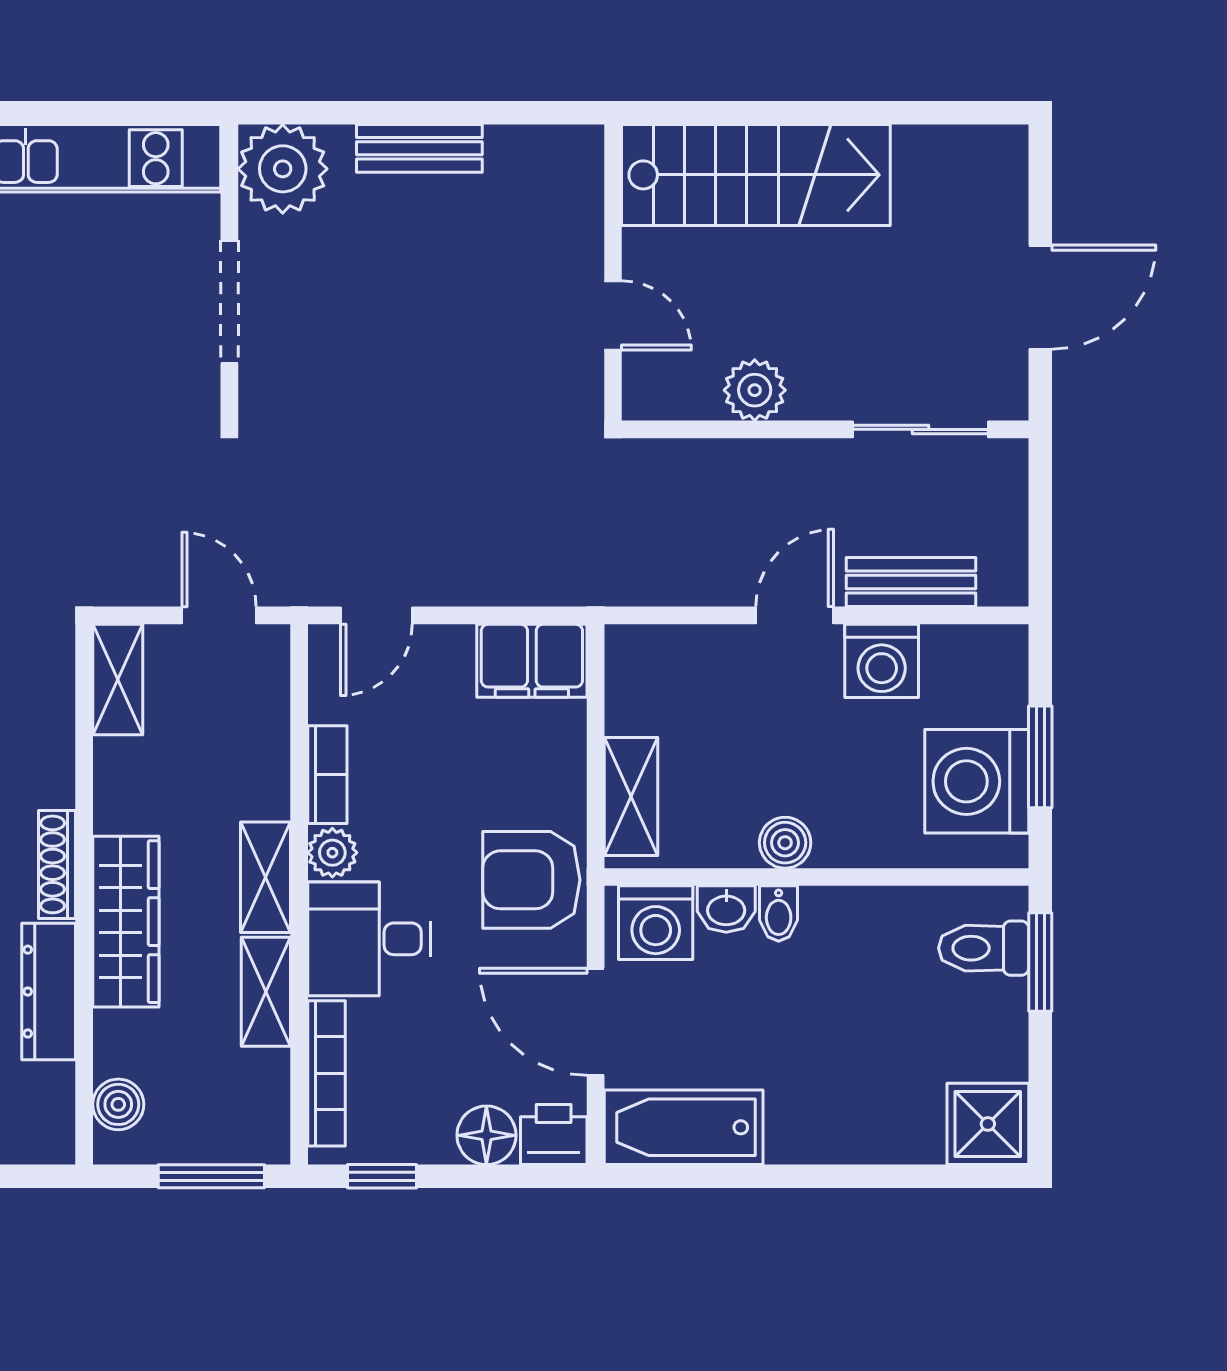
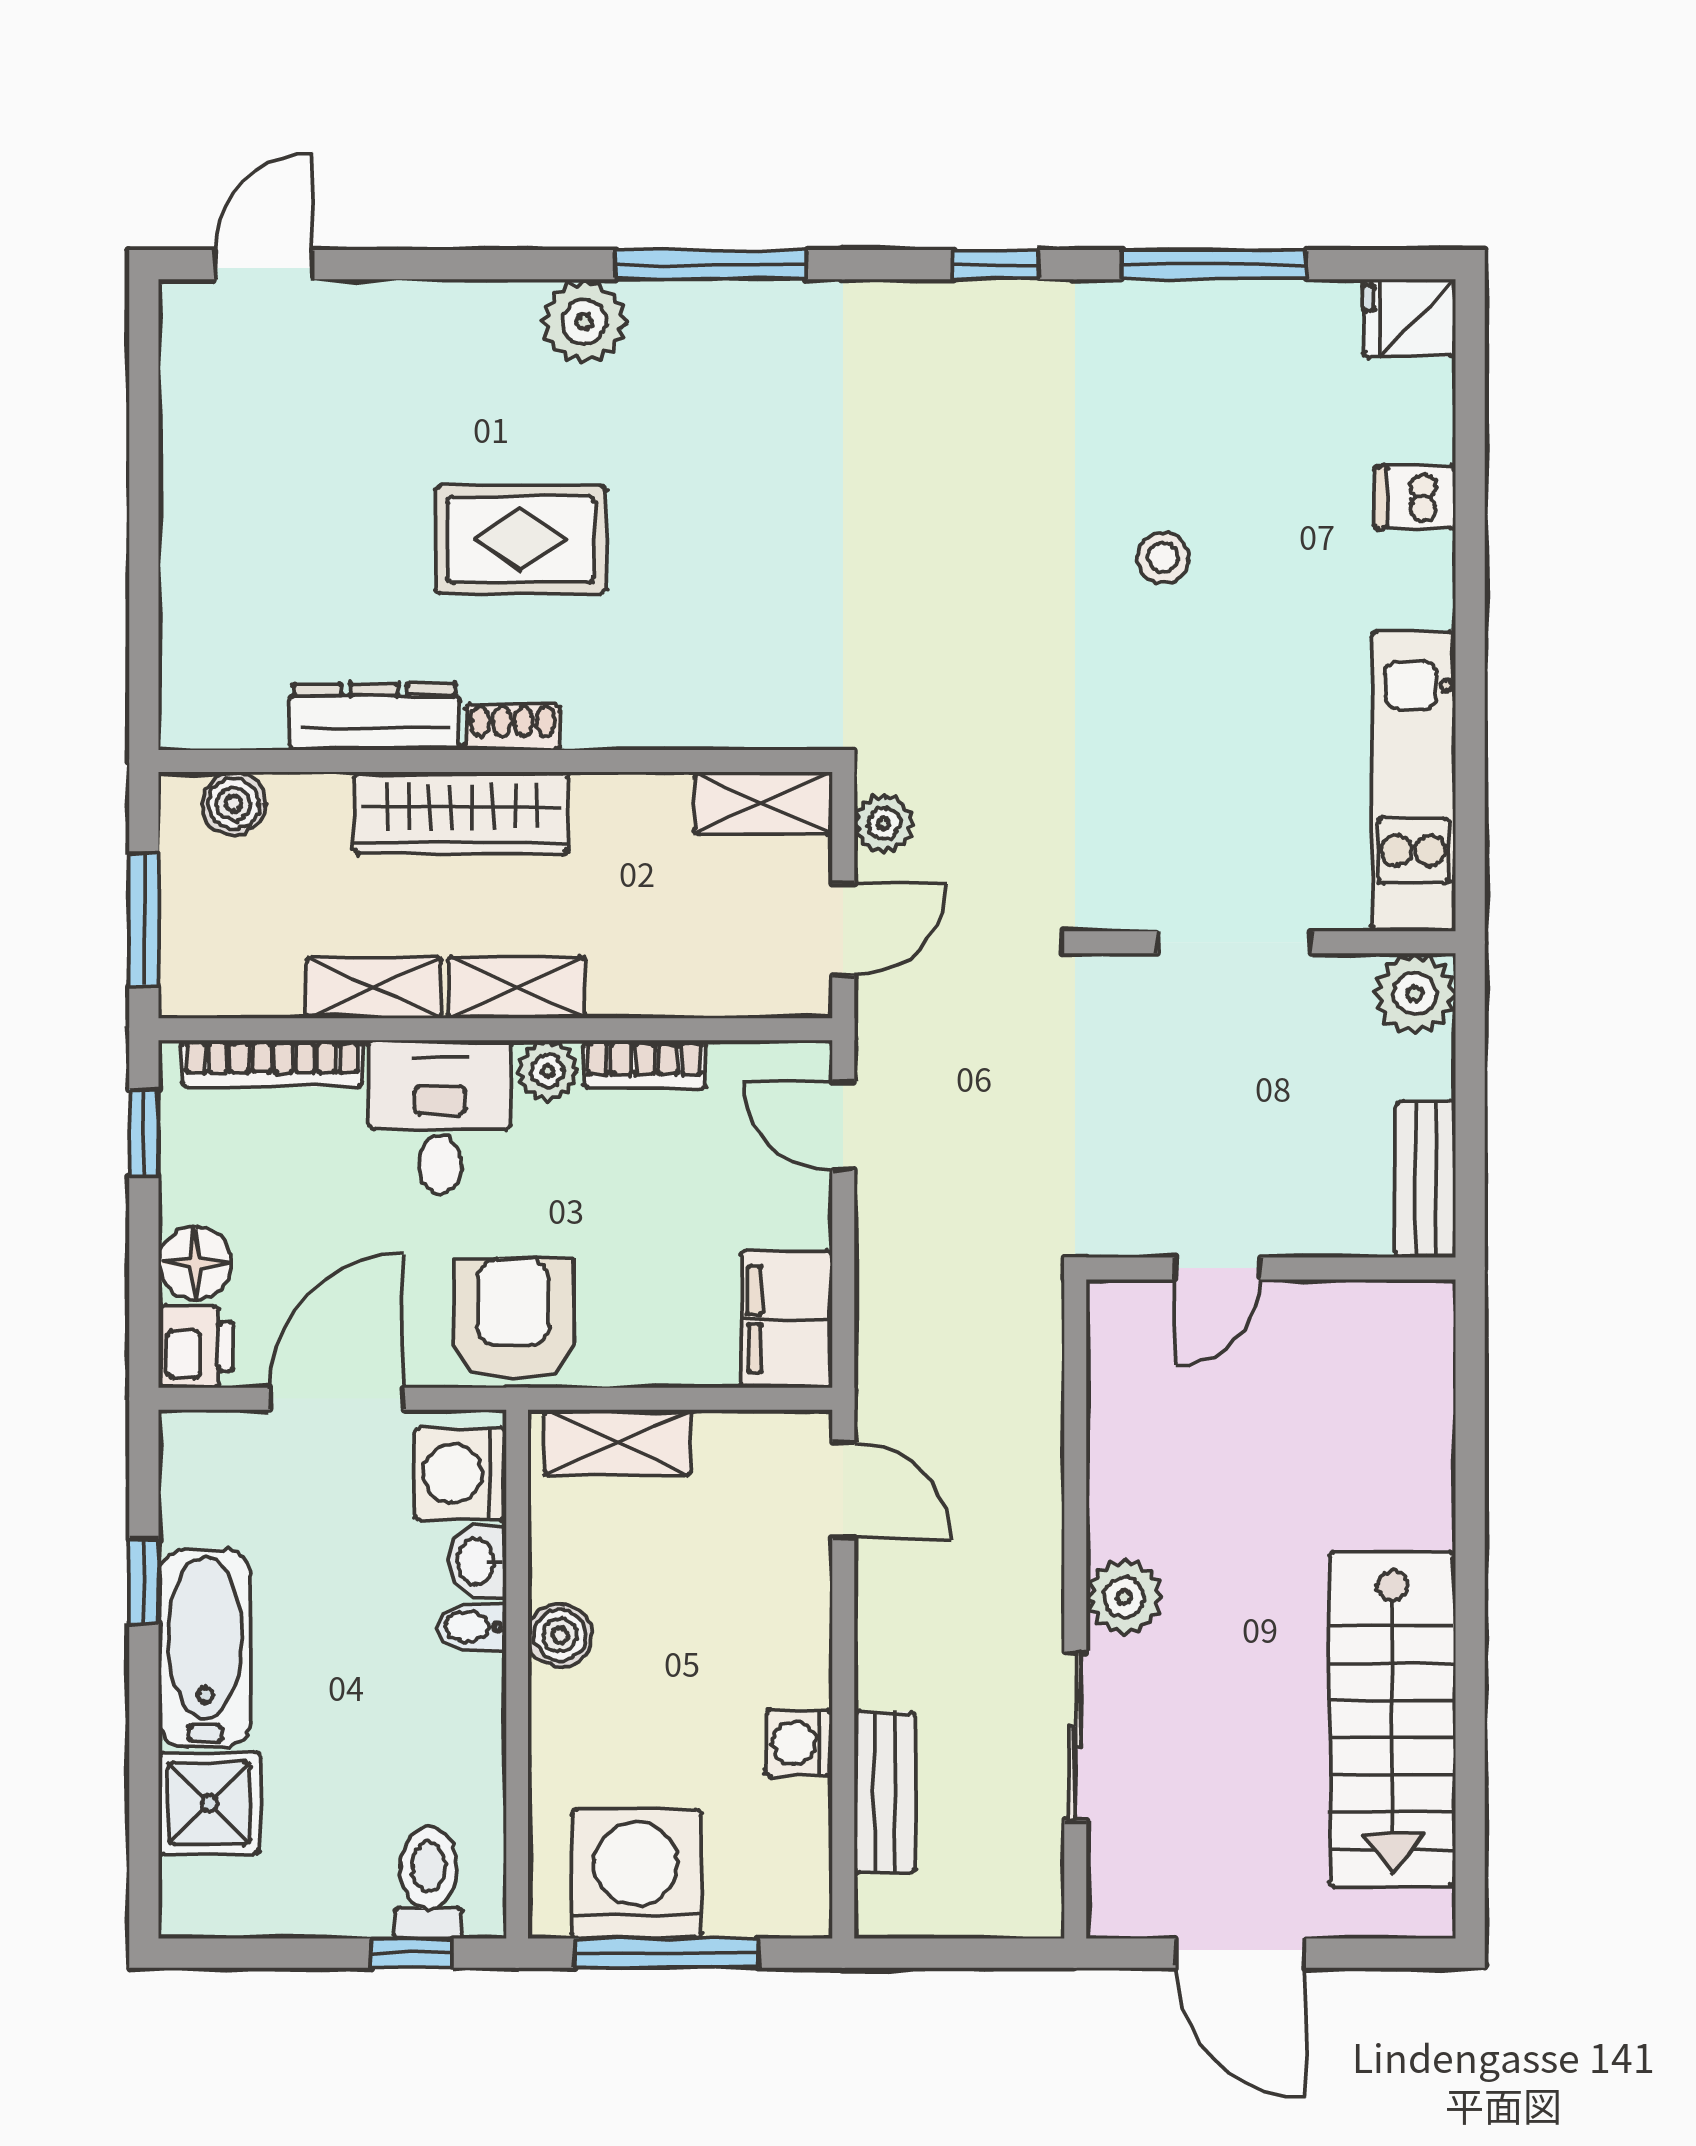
plant: (283, 169) -> (1415, 994), width x0.73, depth x0.73
stairs: (756, 175) -> (1392, 1719), moved
wall: (613, 273) -> (1271, 1268), moved
door: (613, 315) -> (1217, 1268), moved
sliding door: (920, 429) -> (1075, 1736), moved
plant: (134, 583) -> (884, 824), added
door: (795, 615) -> (843, 1490), moved
washing machine: (882, 661) -> (799, 1743), width x0.73, depth x0.73
window: (1040, 757) -> (667, 1953), width x1.44
shoe rack: (57, 864) -> (513, 727), width x0.70
window: (1040, 962) -> (411, 1953), width x0.67
shower: (988, 1124) -> (209, 1803), moved
bathtub: (684, 1127) -> (205, 1648), moved
window: (742, 1176) -> (144, 1581), added

